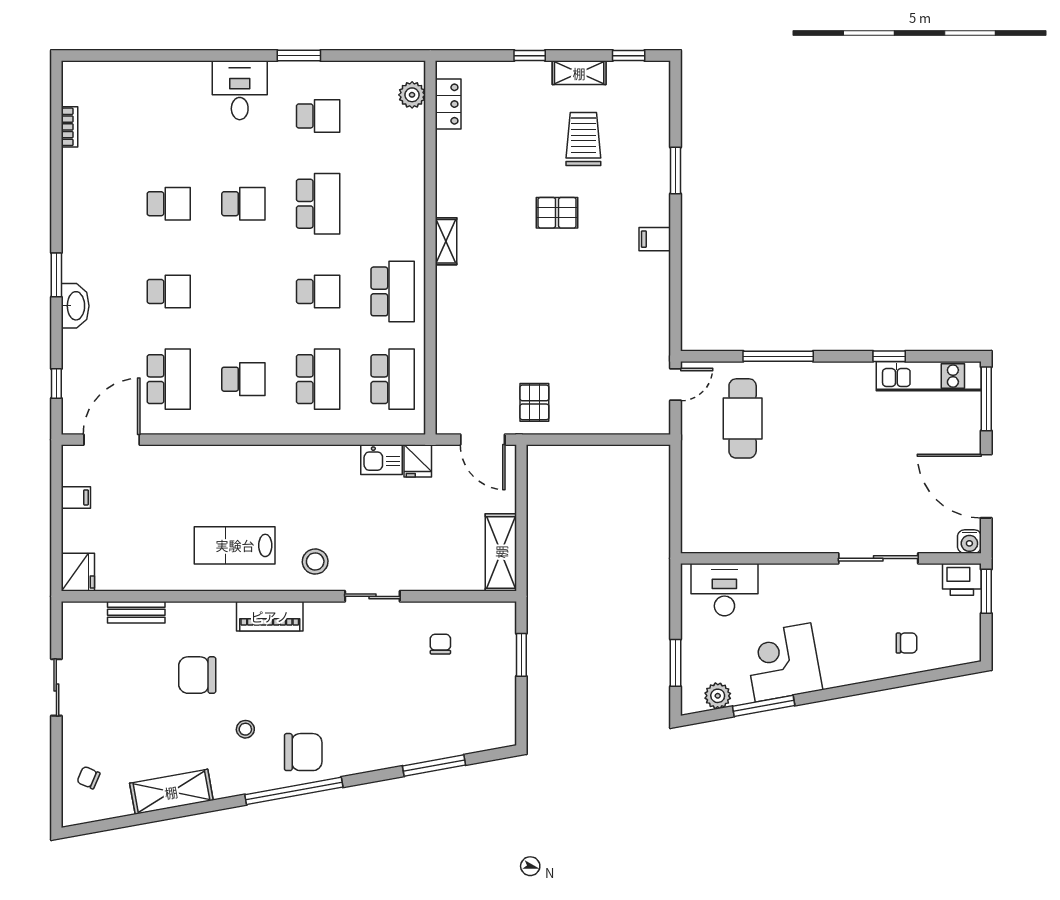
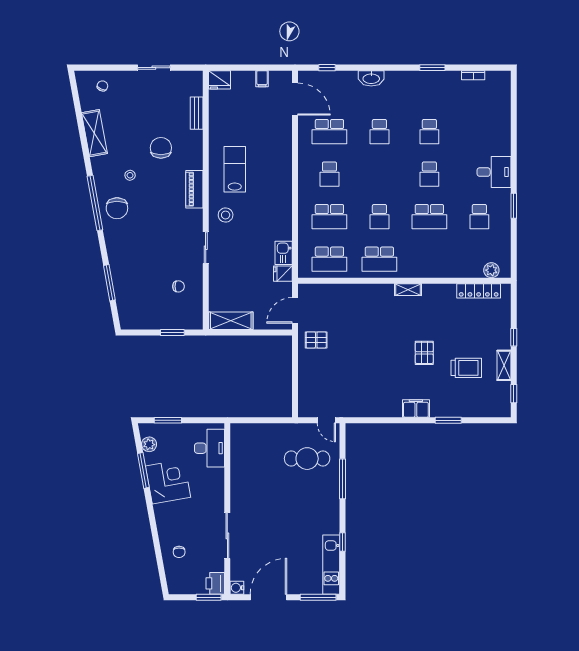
locker: (448, 104) -> (479, 291), width x1.53
filing cabinet: (655, 239) -> (416, 409), width x2.00
window: (56, 275) -> (432, 68), moved

